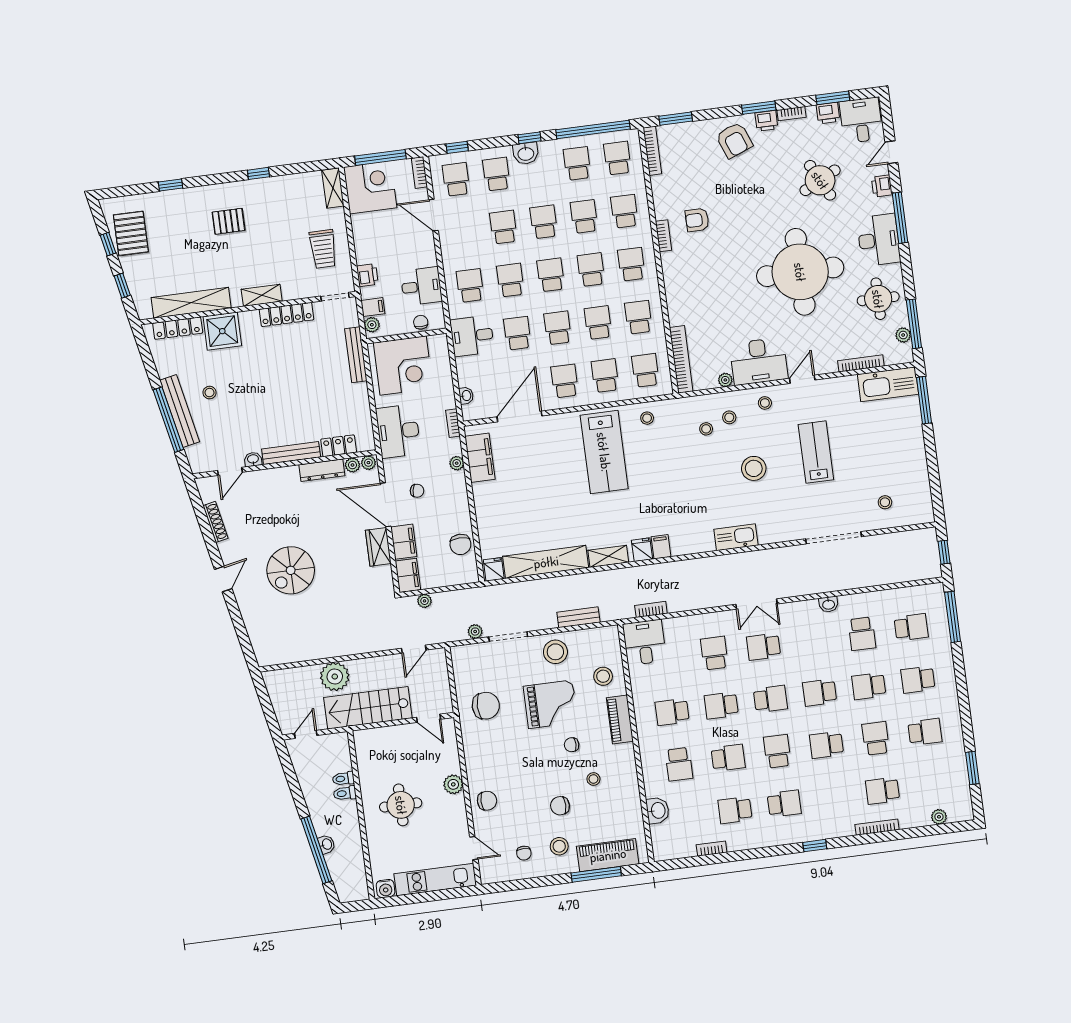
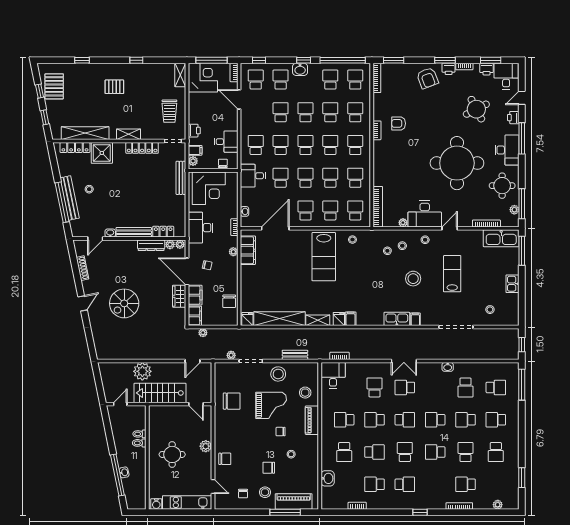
kitchen sink: (916, 456) -> (512, 284), added
filing cabinet: (766, 534) -> (415, 319), added
school desk: (925, 732) -> (496, 452), turned 90

